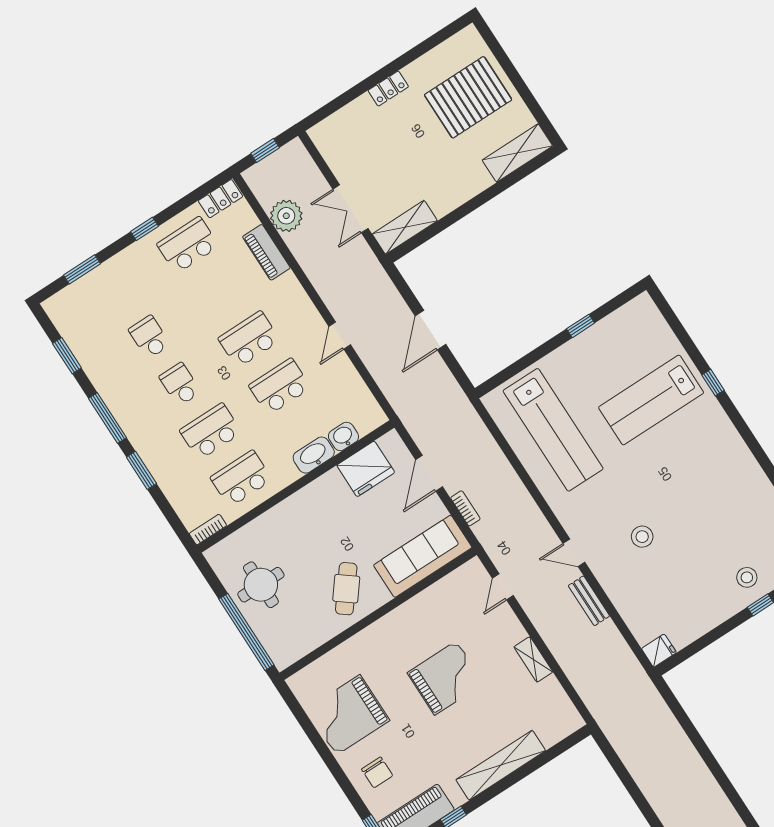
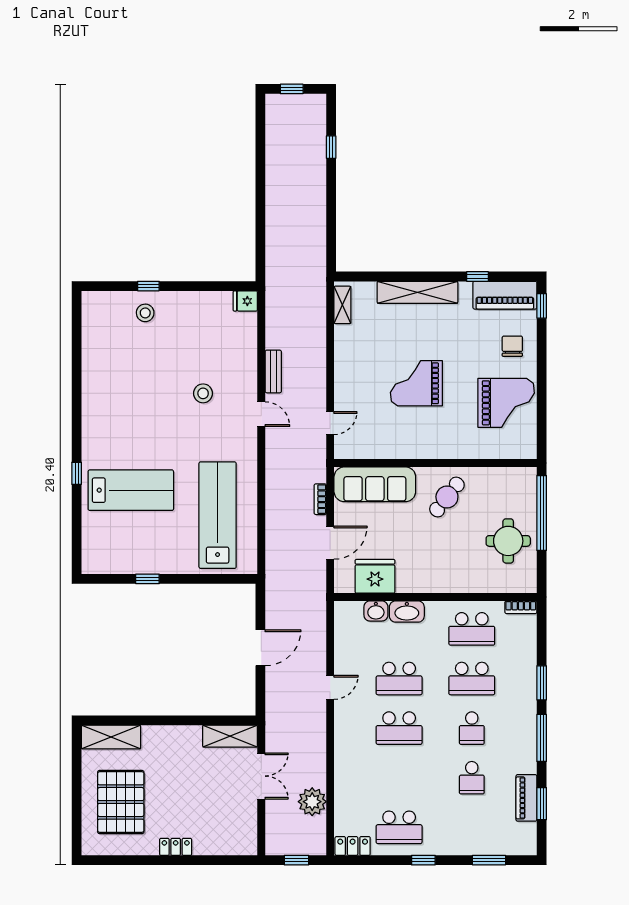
pallet: (468, 97) -> (121, 802), turned 90
piano: (266, 252) -> (526, 798), moved, turned 180
shelving: (533, 659) -> (342, 305), moved

